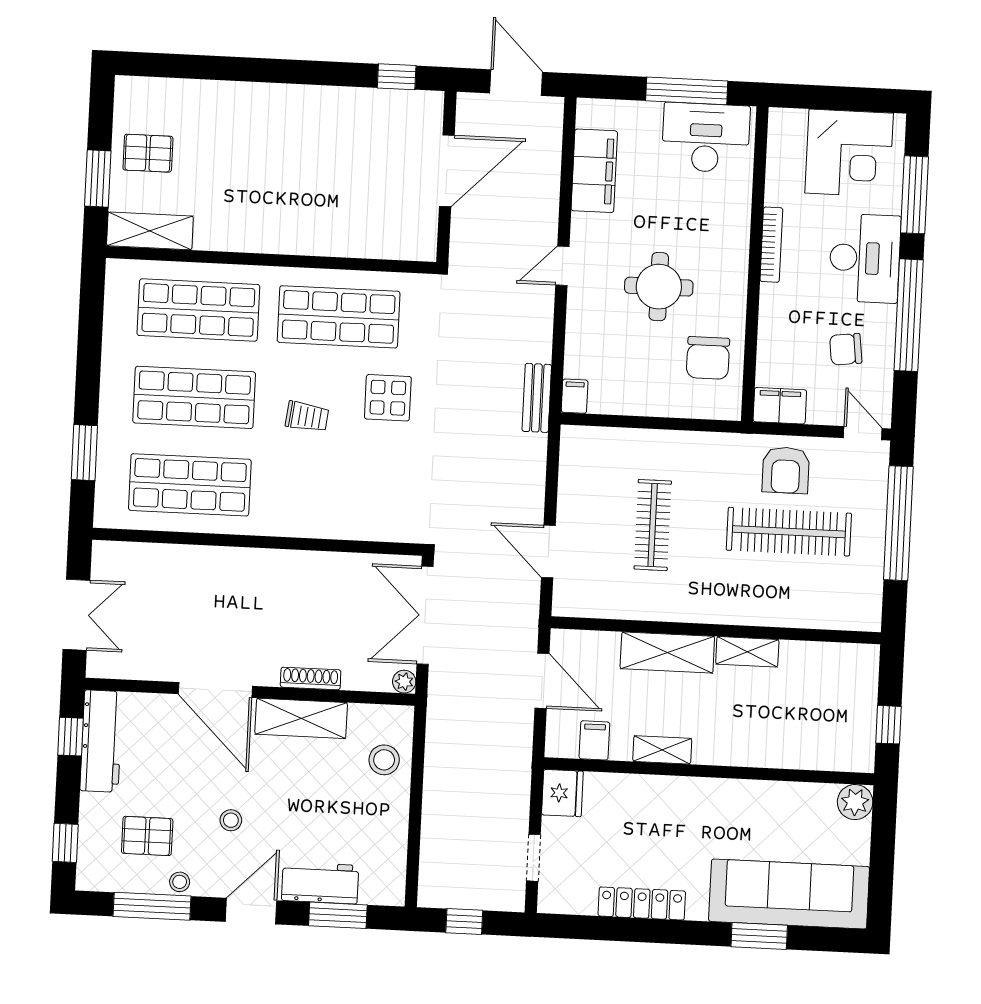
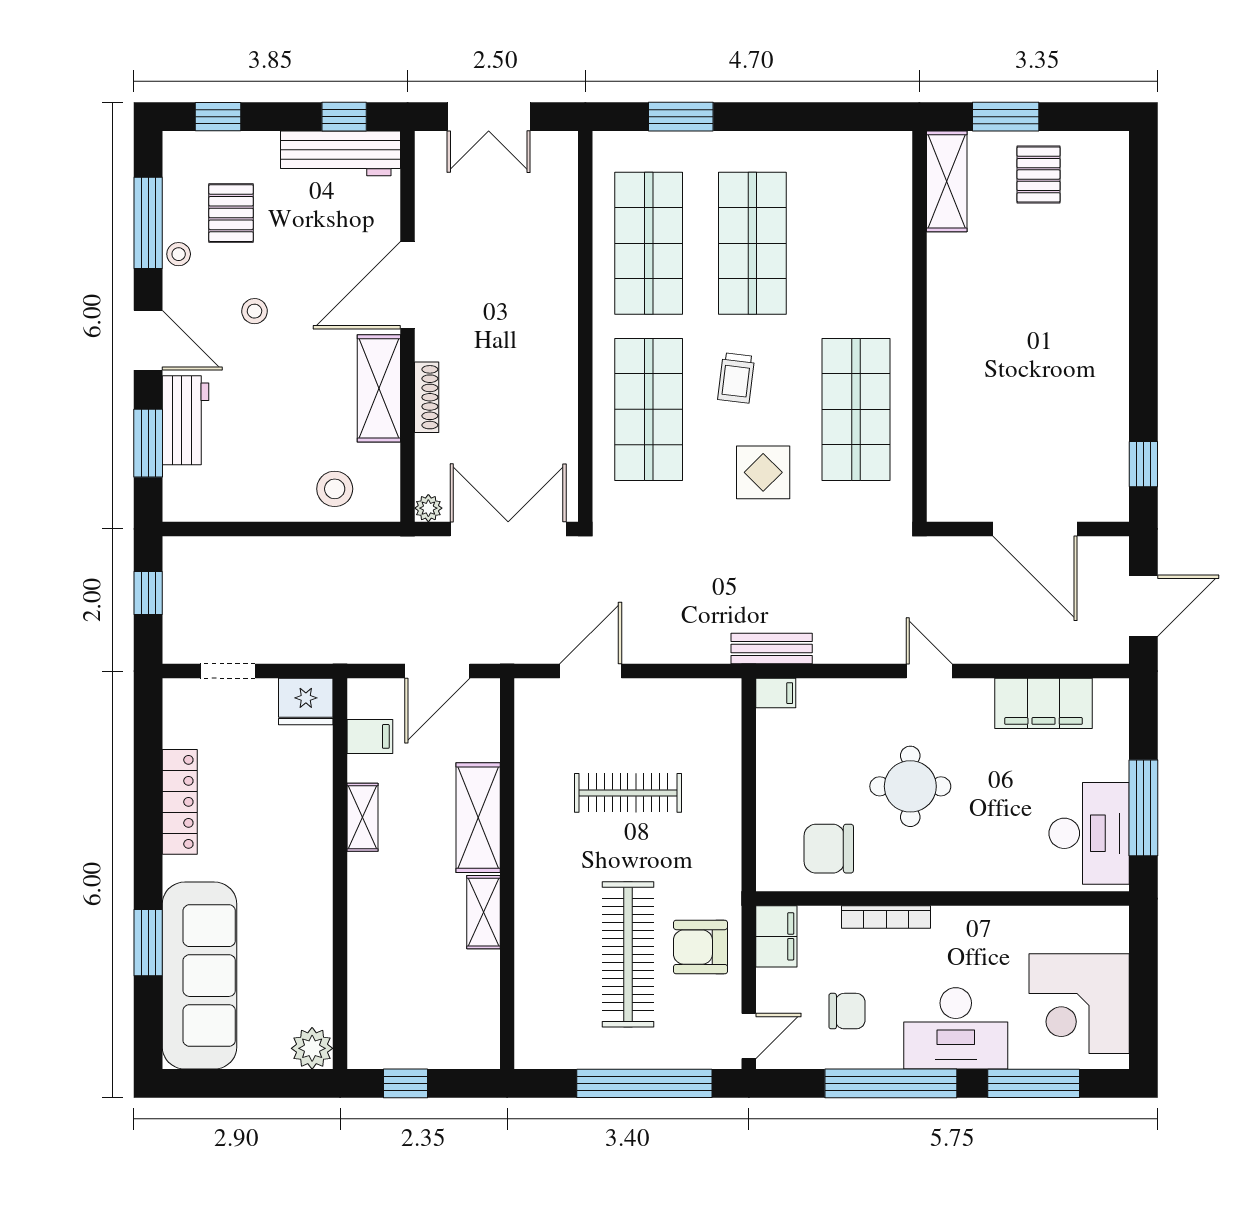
bookcase: (771, 245) -> (886, 917), moved
shop shelf: (198, 310) -> (649, 409), moved
chair: (846, 349) -> (847, 1011), turned 97

